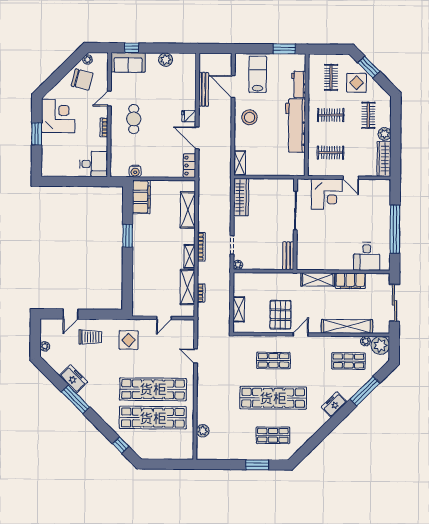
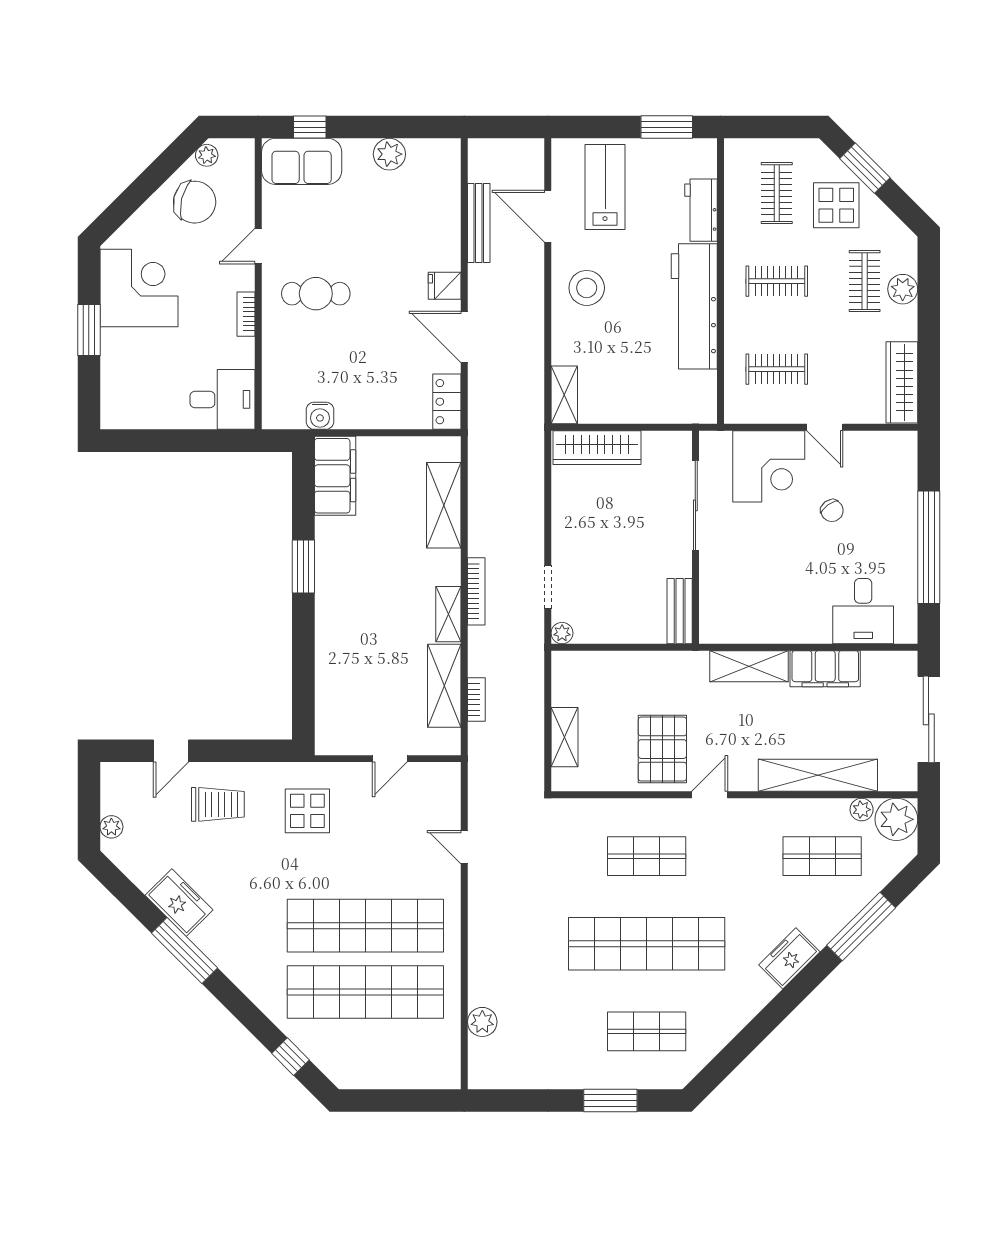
cafe table: (134, 119) -> (316, 294), turned 90
plant: (384, 134) -> (903, 289), moved
wardrobe: (241, 197) -> (597, 448), moved, turned 90
chair: (354, 213) -> (832, 511), added

